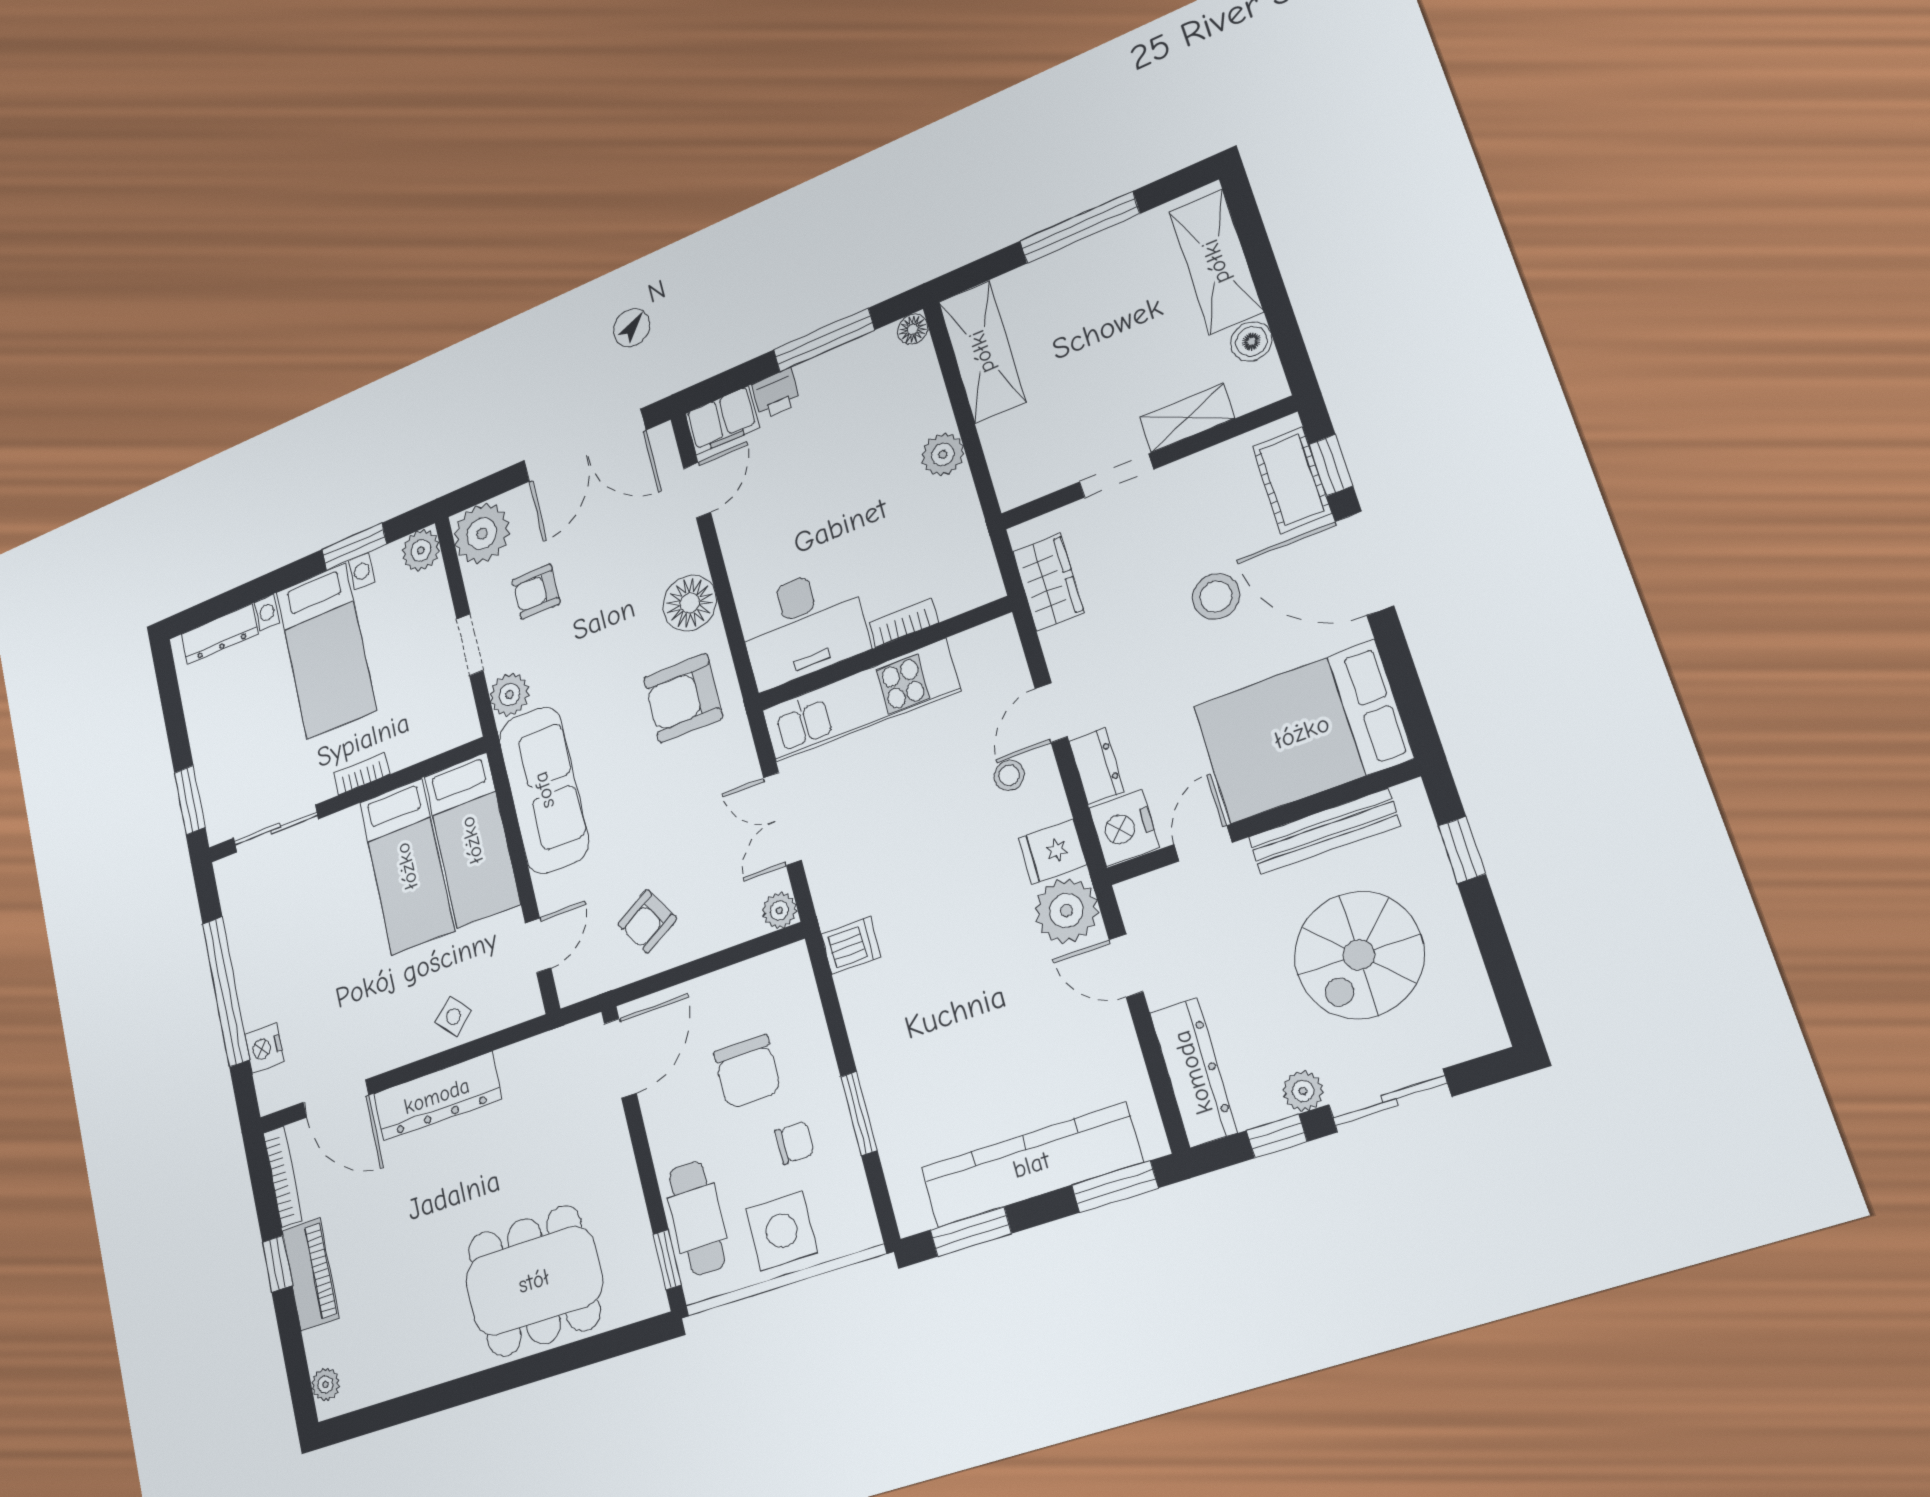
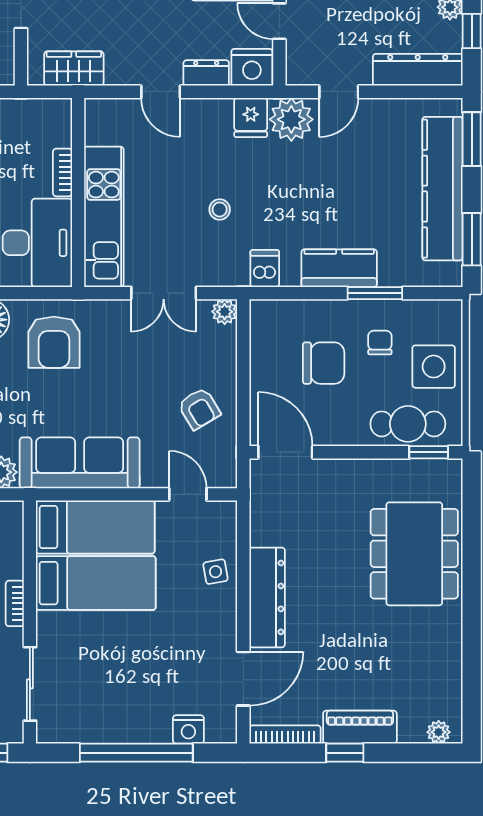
stool: (1009, 775) -> (220, 209), moved
side table: (453, 1016) -> (216, 572), turned 32
kitchen counter: (879, 1050) -> (339, 268), added

